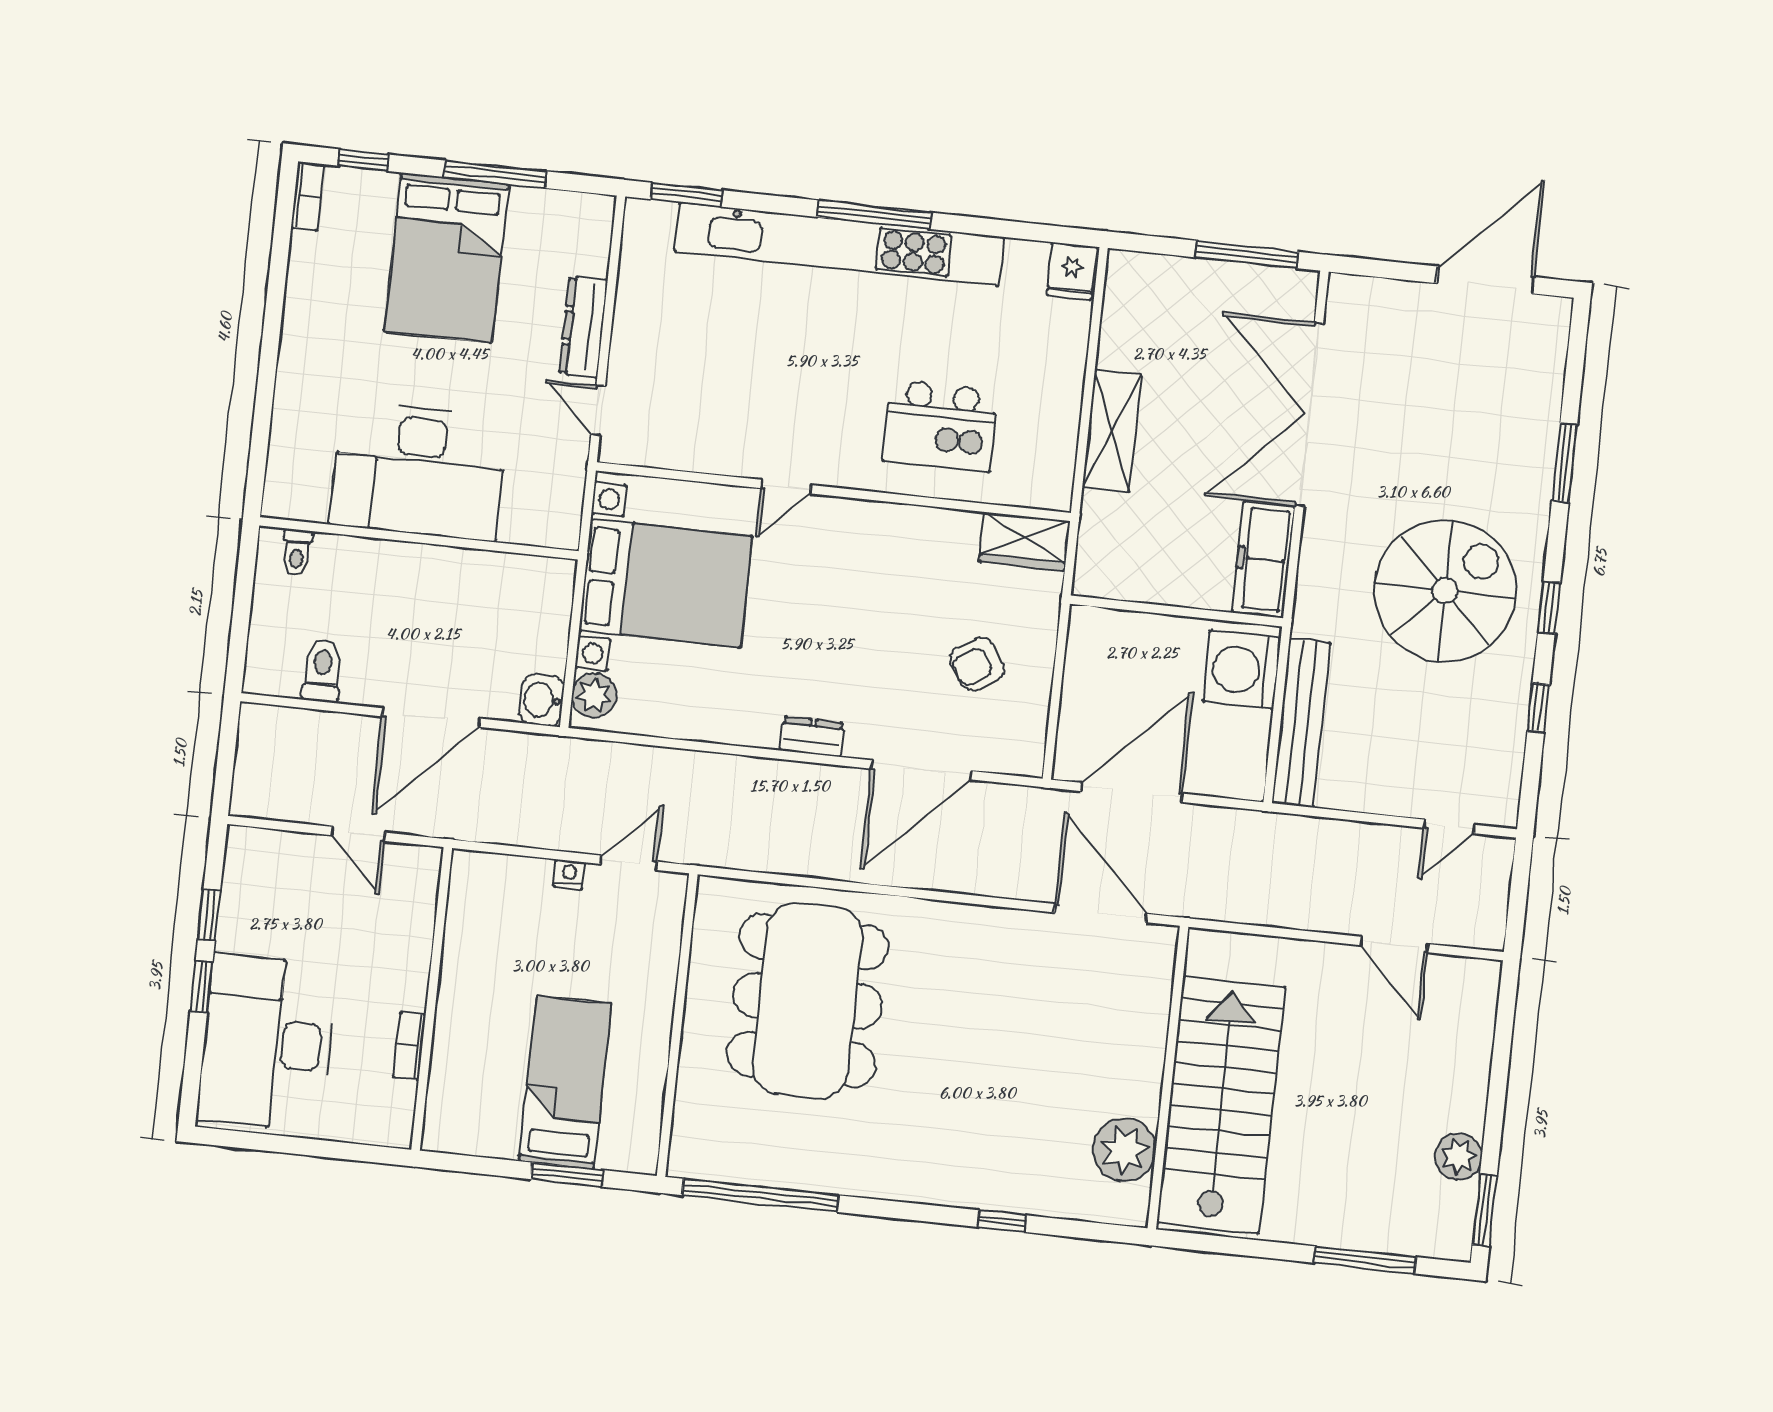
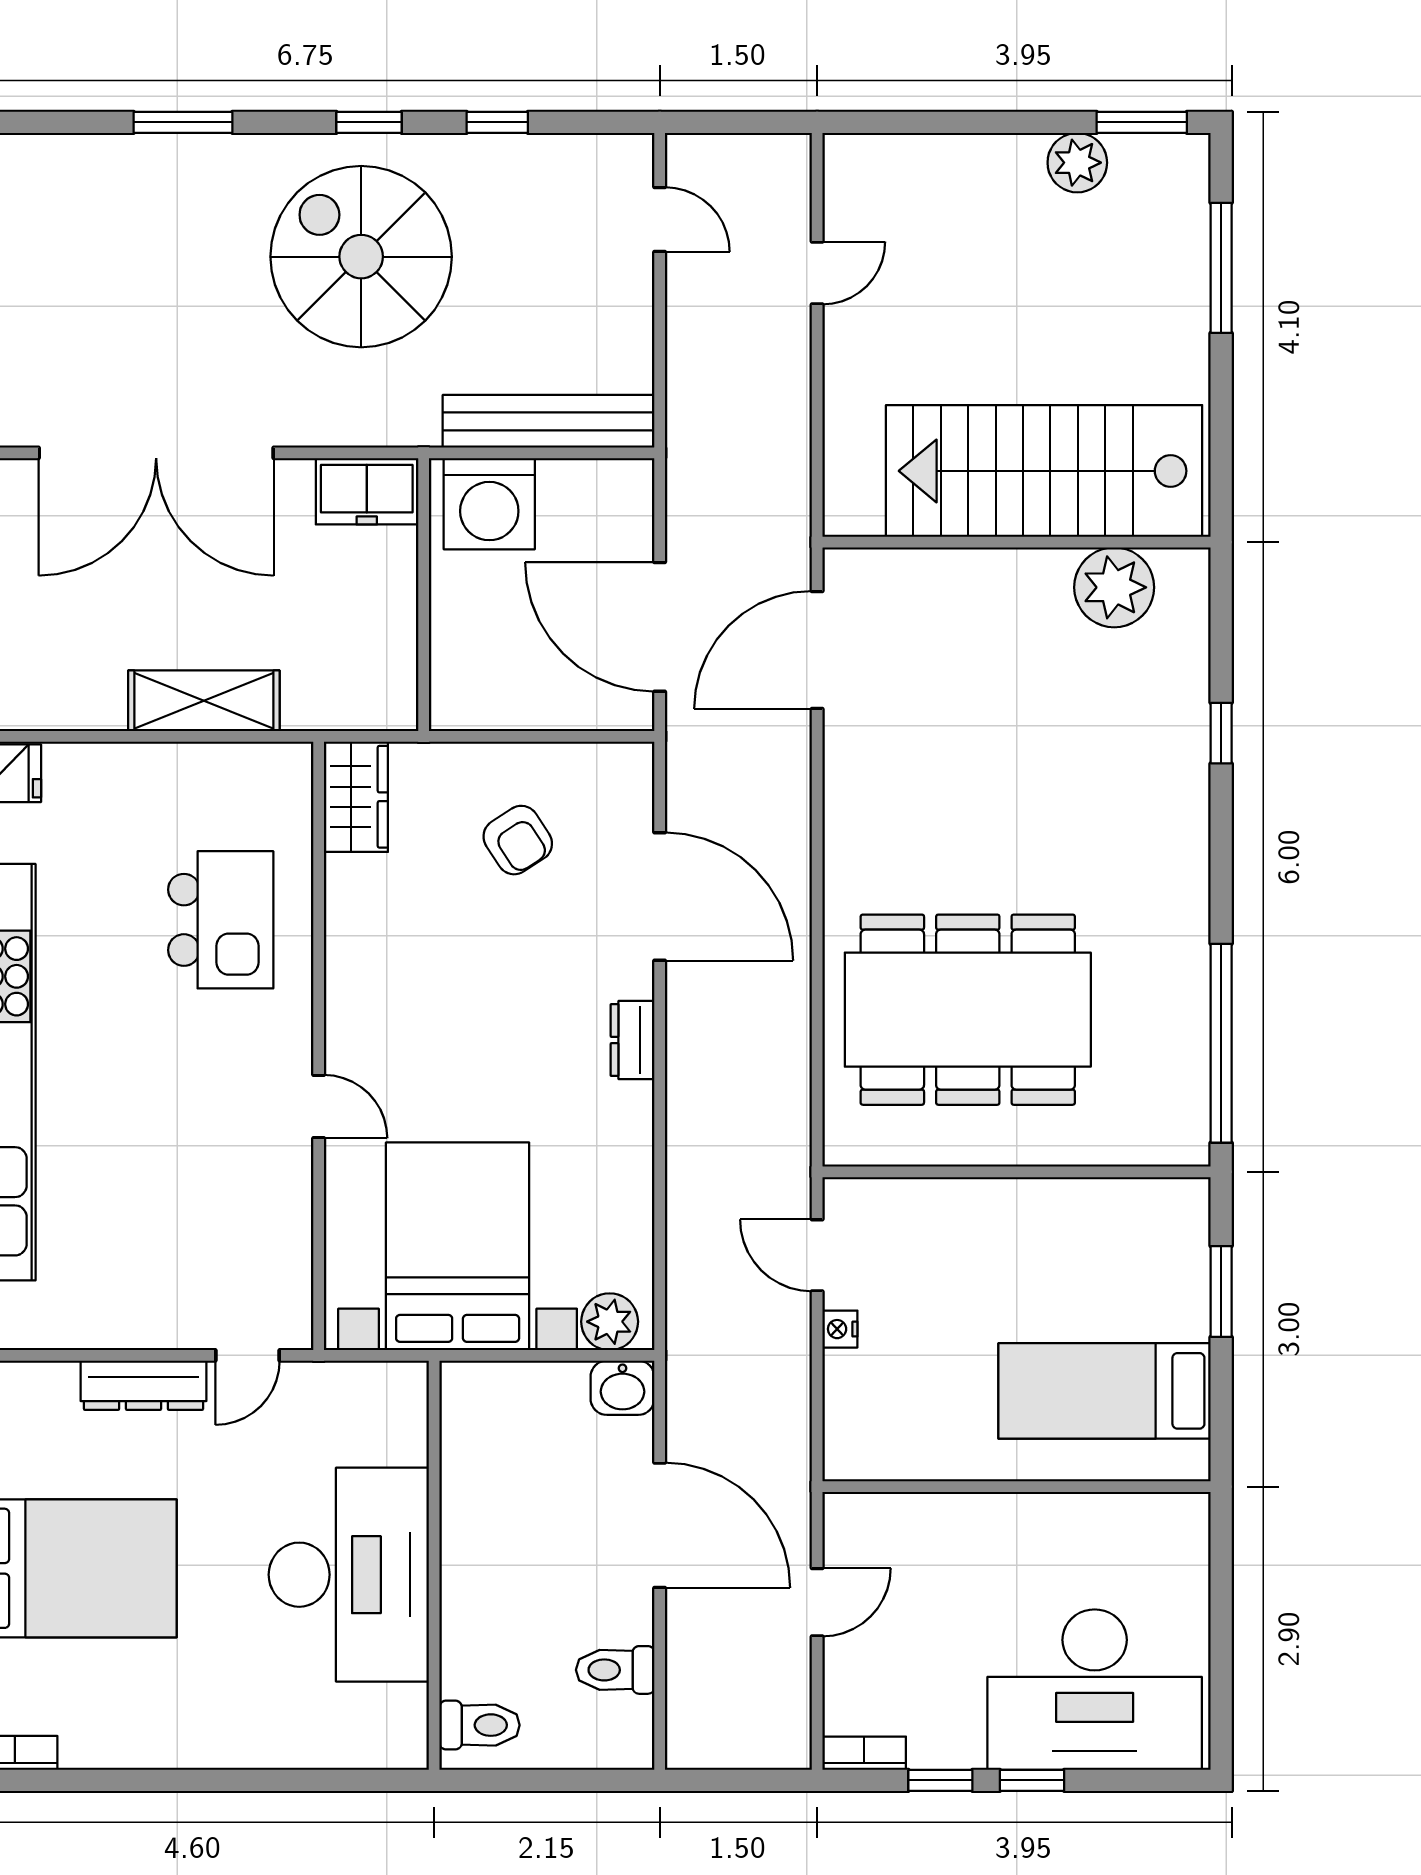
toilet: (297, 552) -> (480, 1725), width x1.37, depth x1.39
freezer: (1263, 559) -> (367, 491), width x0.71
door: (1394, 945) -> (817, 273), width x0.73
bookcase: (409, 1046) -> (864, 1753), moved, turned 180
bed: (565, 1083) -> (1105, 1391), moved

